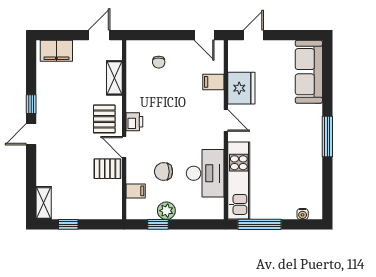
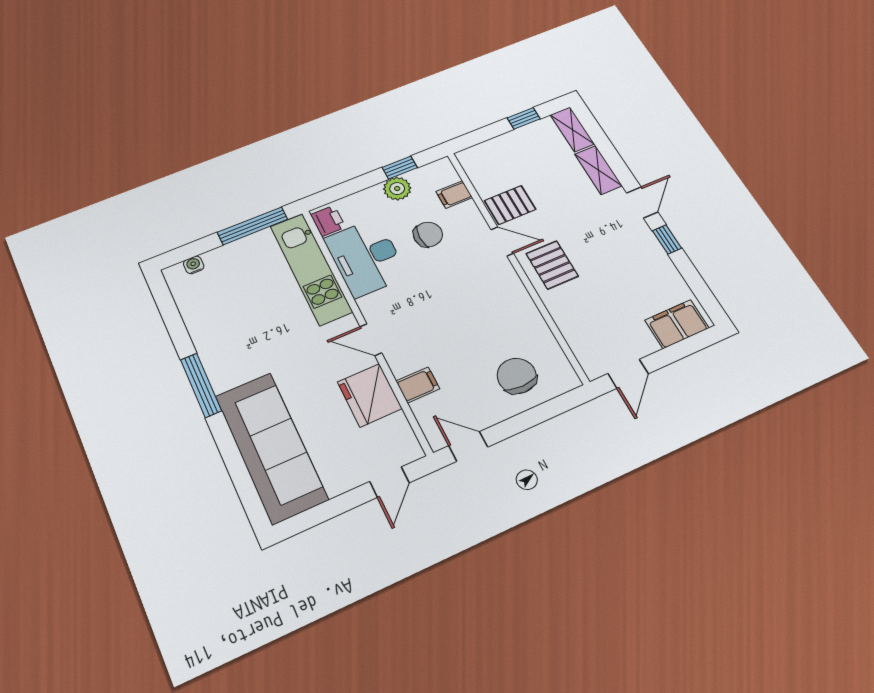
chair: (159, 62) -> (517, 376), width x1.87, depth x1.87
sofa: (309, 72) -> (271, 447), width x1.36, depth x1.27
shelving: (114, 78) -> (598, 170), moved
printer: (134, 122) -> (328, 221), moved, turned 180

